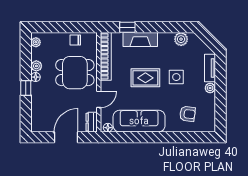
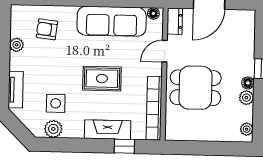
chair: (75, 40) -> (194, 131), removed
side table: (176, 77) -> (56, 103), moved
plant: (210, 88) -> (17, 45), moved

